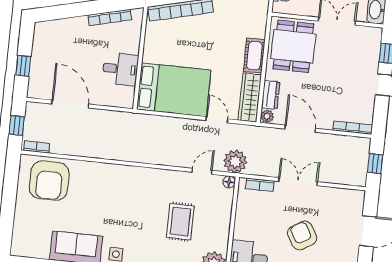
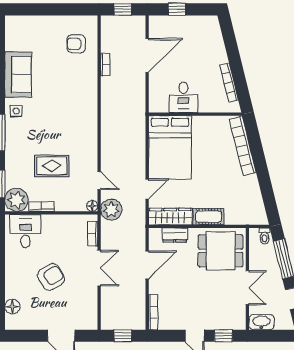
plant: (267, 116) -> (155, 234), removed
bookcase: (37, 147) -> (105, 65), moved
armchair: (49, 181) -> (76, 44), width x0.53, depth x0.53
bookcase: (224, 238) -> (42, 207), added

